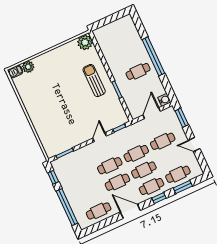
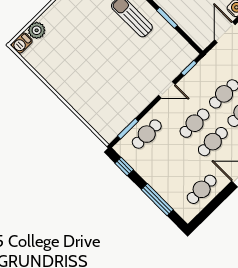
door: (100, 137) -> (167, 90), swing flipped
cafe table: (76, 161) -> (147, 134), added
window: (67, 207) -> (157, 200), width x0.68

